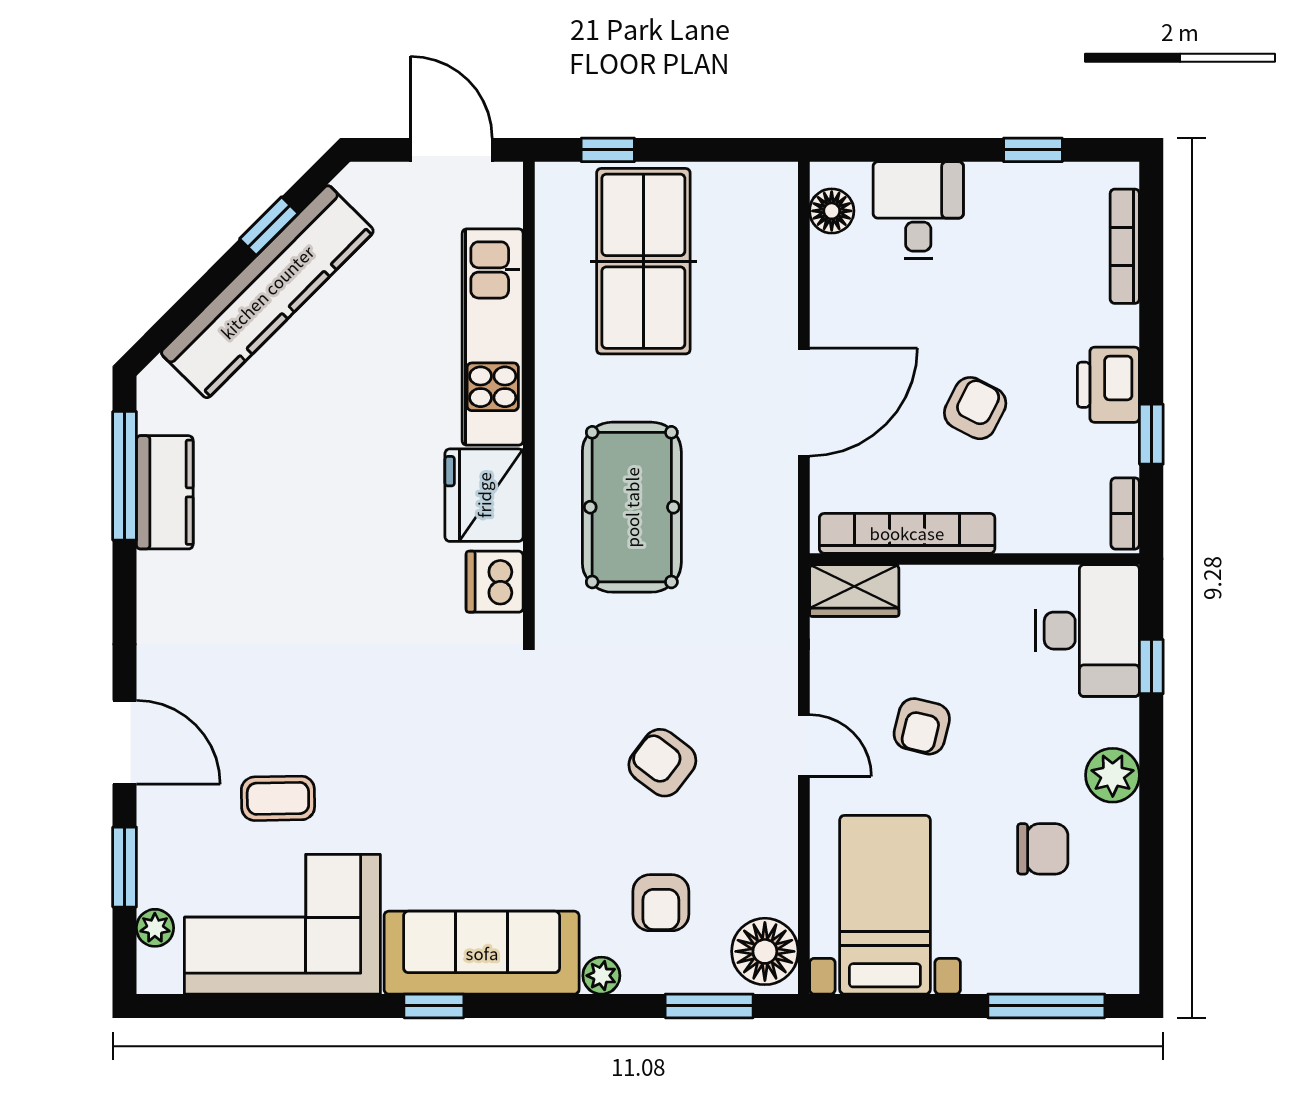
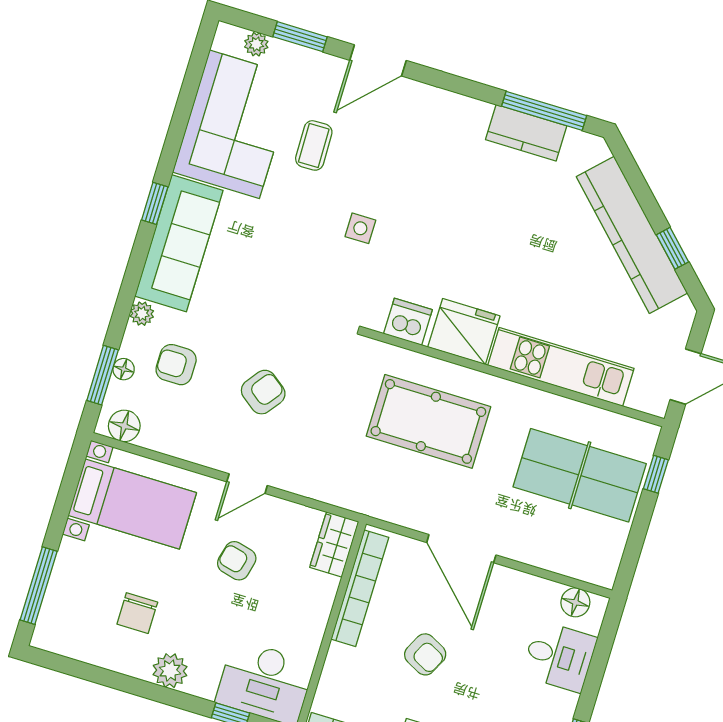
side table: (379, 693) -> (360, 228), added
floor lamp: (765, 951) -> (124, 426), width x0.73, depth x0.73
floor lamp: (691, 978) -> (124, 369), added

